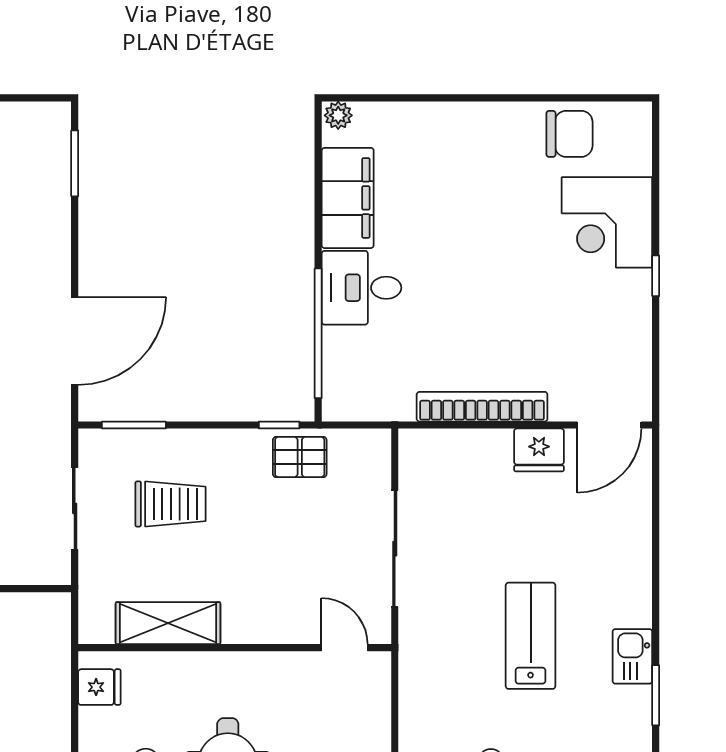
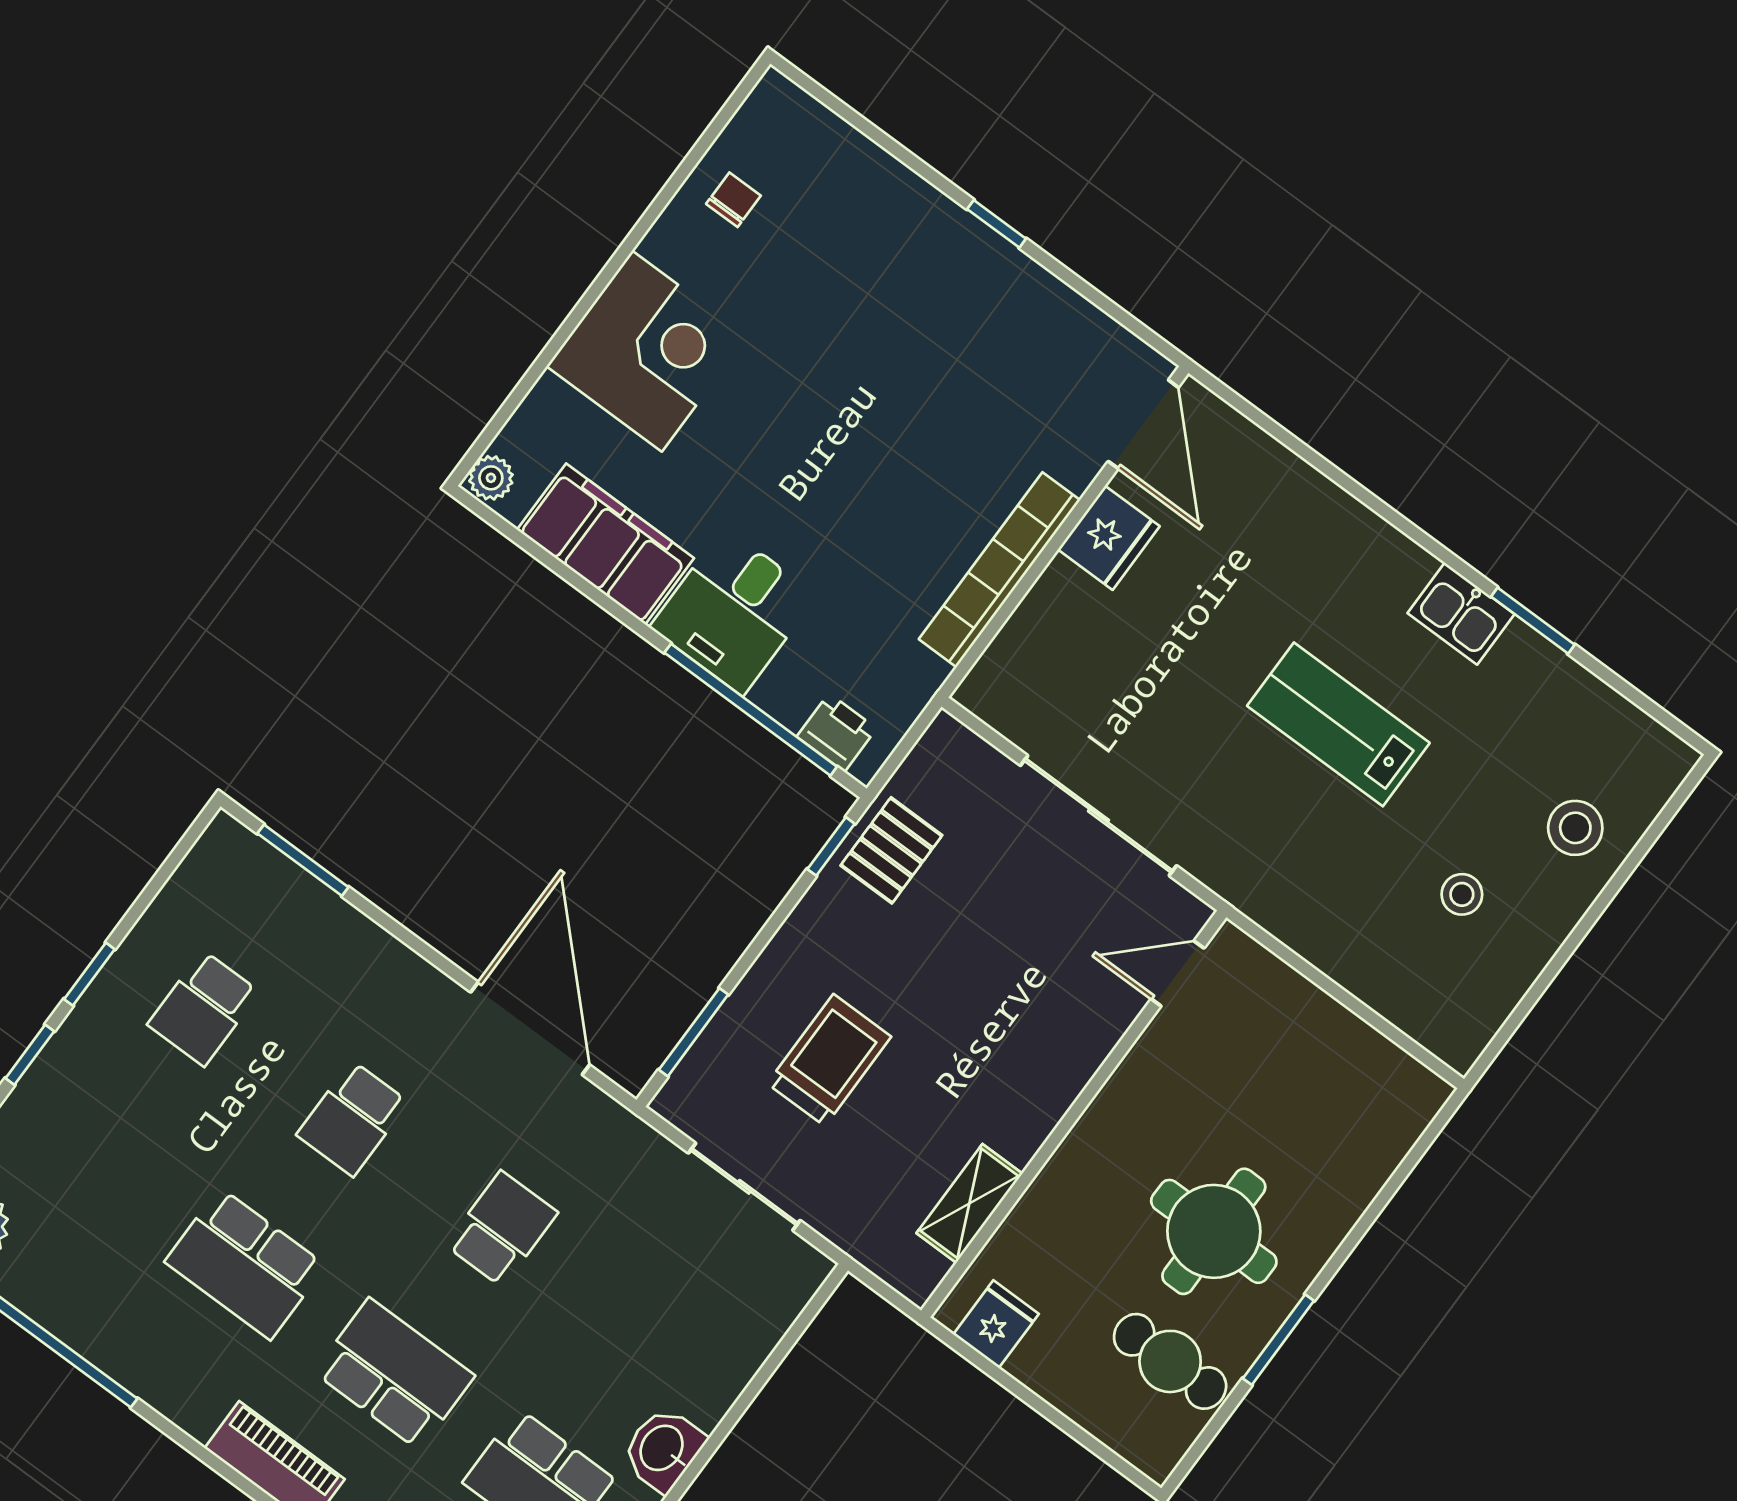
chair: (569, 134) -> (733, 200), width x0.54, depth x0.54
corner desk: (607, 222) -> (647, 351), moved, turned -90
printer: (339, 385) -> (837, 733), added
shelving: (168, 623) -> (969, 1203), width x0.67, depth x0.75

